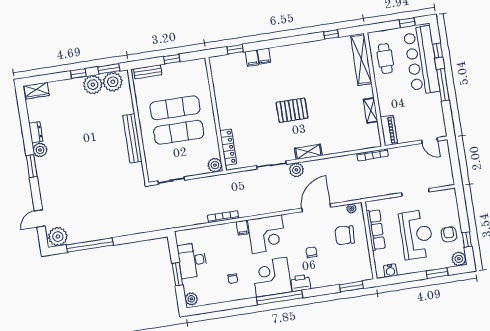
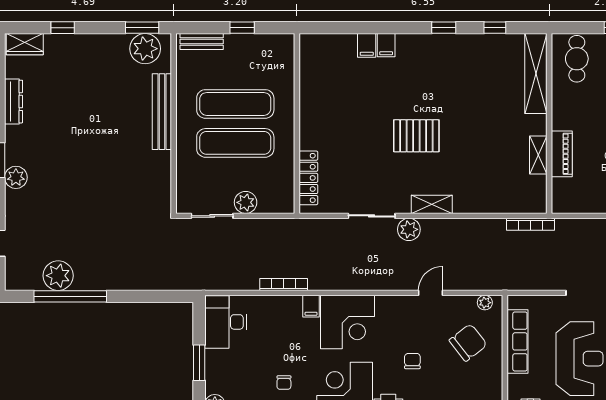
window: (235, 49) -> (444, 28), moved
cafe table: (385, 59) -> (577, 59), moved
window: (78, 74) -> (63, 28), moved
plant: (93, 85) -> (113, 48), removed
piano: (389, 131) -> (562, 154), moved
dresser: (36, 132) -> (14, 102), width x1.44
bench: (132, 138) -> (162, 112), moved
plant: (40, 150) -> (16, 177), moved
plant: (215, 165) -> (246, 202), moved
door: (316, 208) -> (431, 293), width x0.53
chair: (345, 235) -> (468, 342), turned 139
plant: (58, 237) -> (58, 276), moved
desk: (192, 260) -> (226, 322), moved

